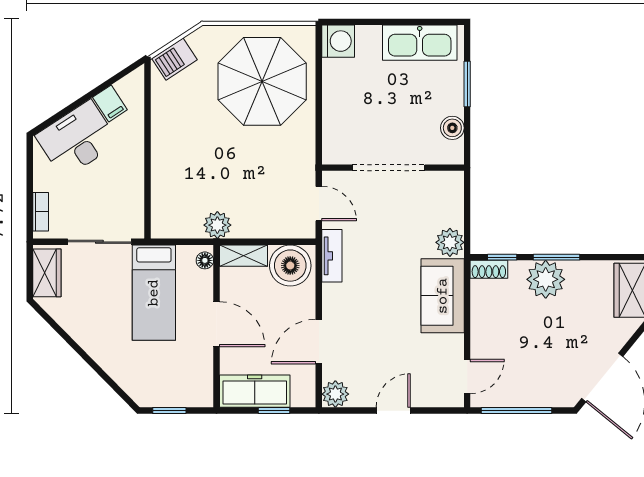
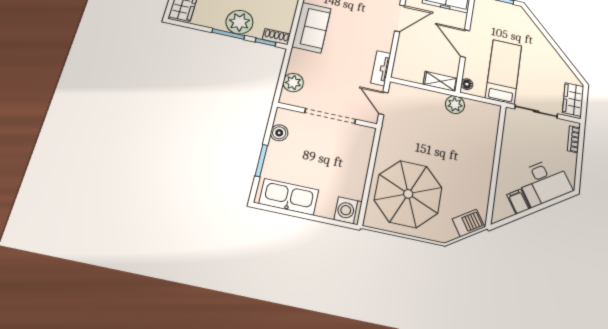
plant: (450, 242) -> (293, 83), moved
boiler: (290, 266) -> (410, 68), removed

